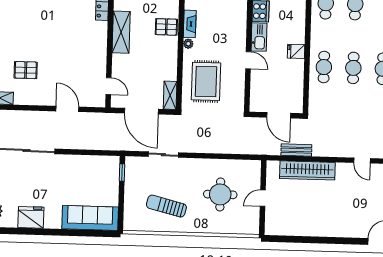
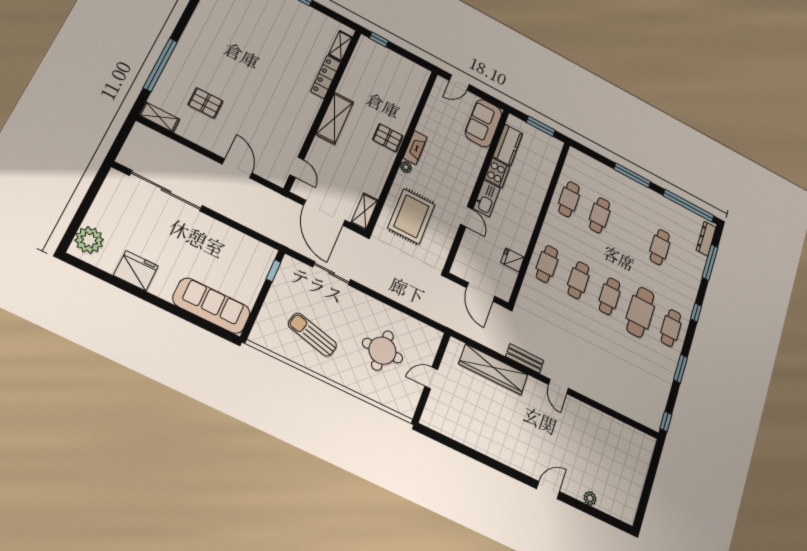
fridge: (296, 51) -> (512, 260), moved
bench: (296, 150) -> (525, 358), moved

